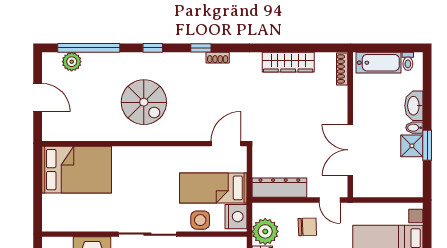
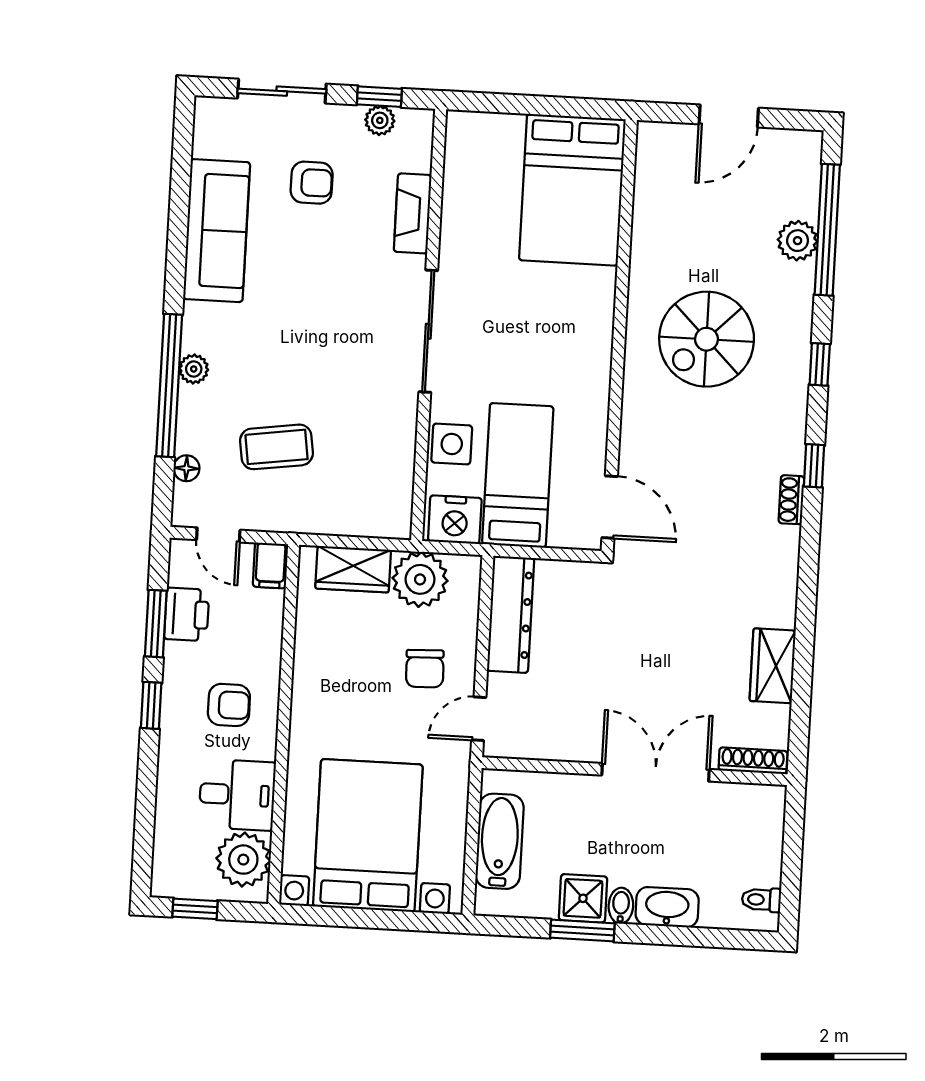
plant: (72, 62) -> (798, 241), moved
wardrobe: (288, 62) -> (773, 666), width x0.67
bathtub: (378, 63) -> (500, 841), moved, turned 180
double door: (350, 150) -> (655, 772), moved

